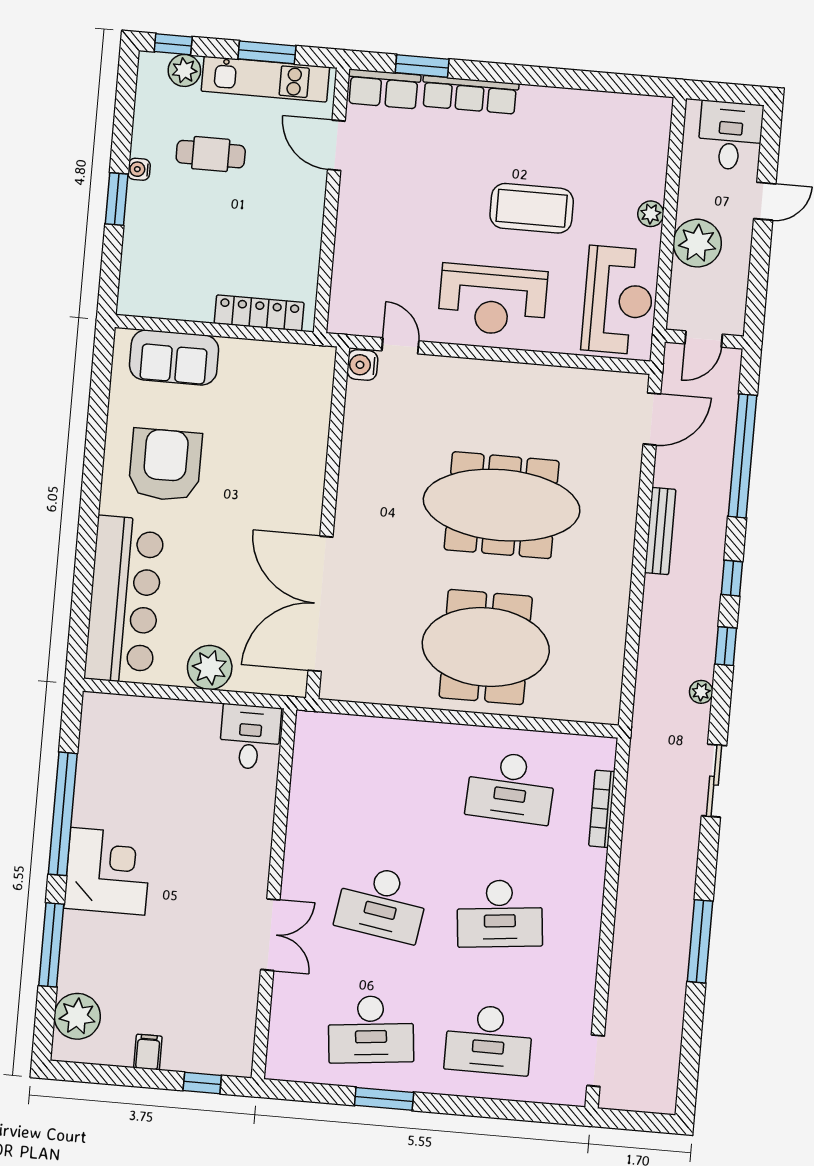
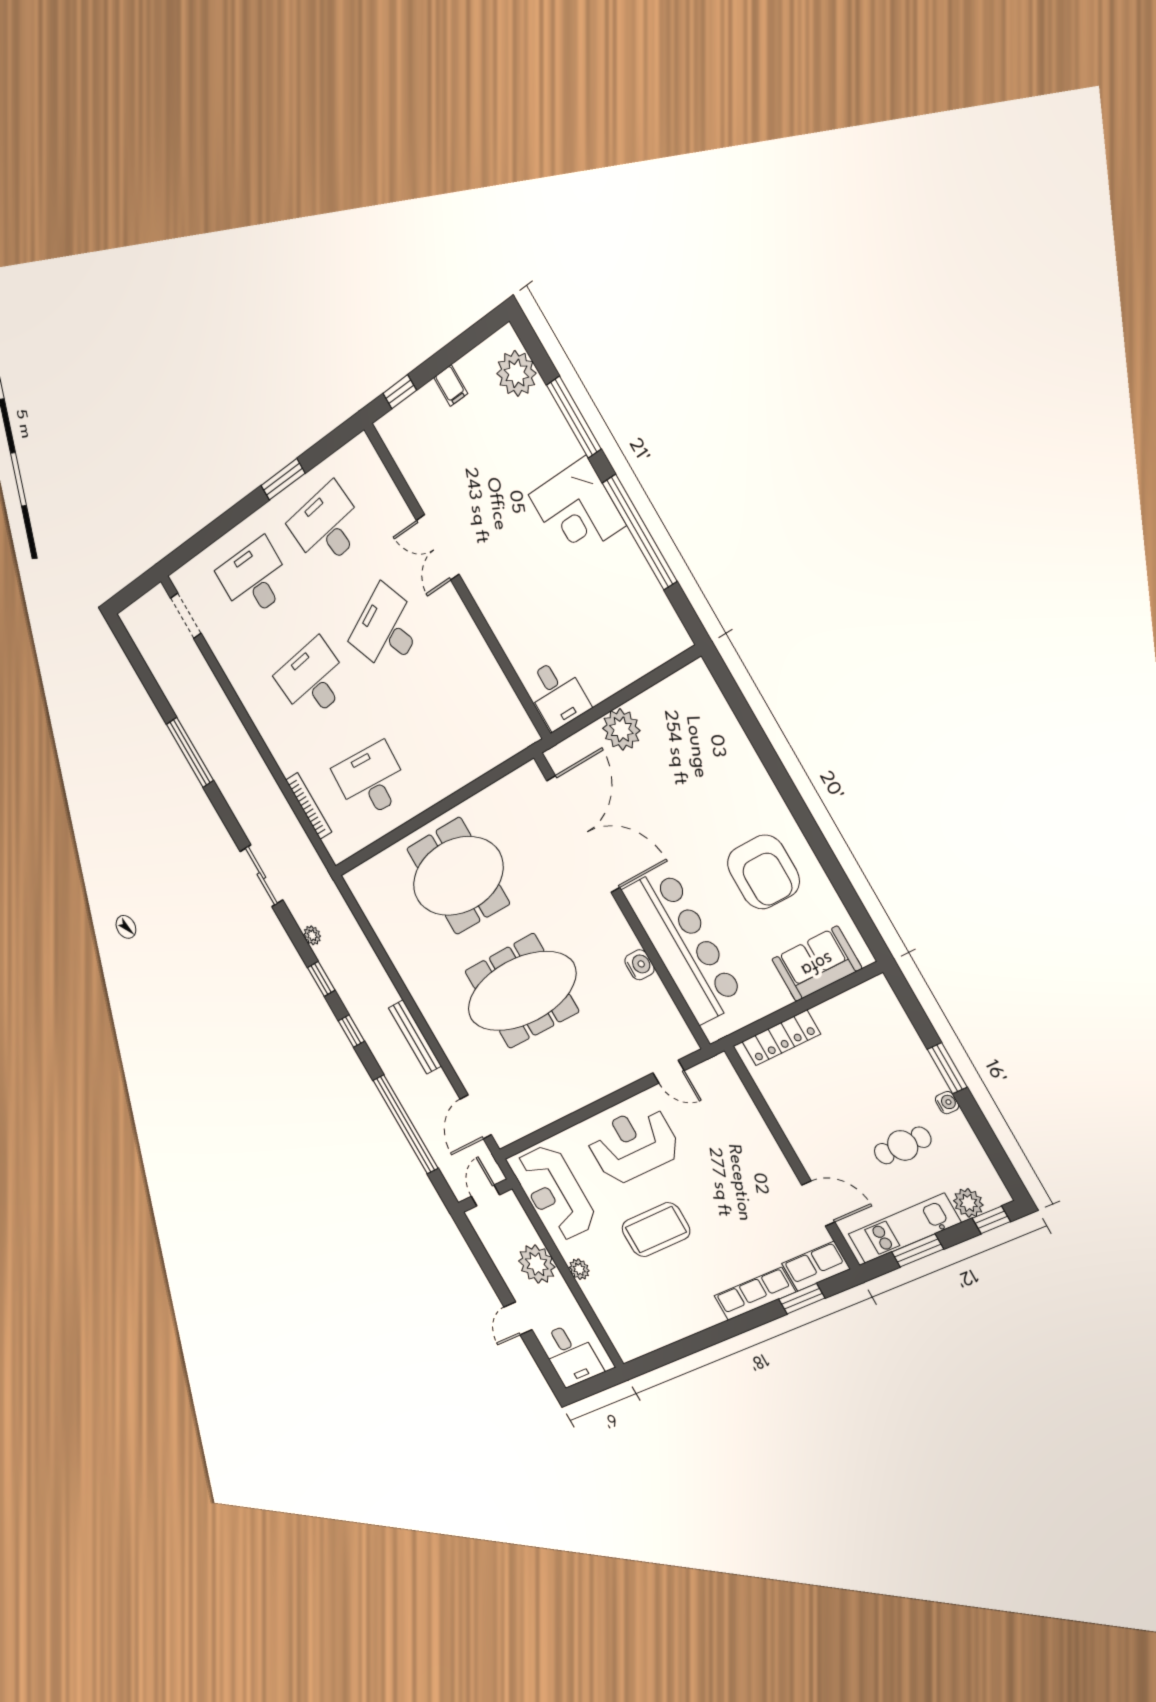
water cooler: (362, 365) -> (640, 965), moved
bar counter: (124, 600) -> (684, 945), moved, turned 180
desk: (382, 903) -> (387, 630), turned -33

